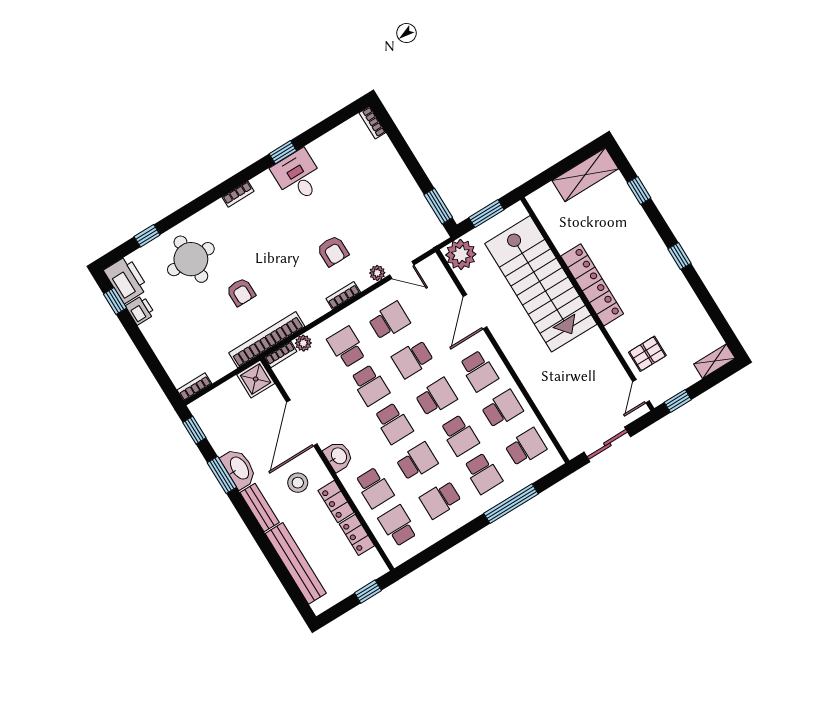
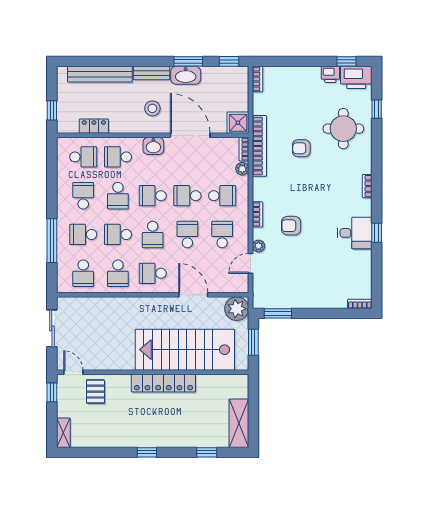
school desk: (389, 321) -> (222, 234), turned 180
locker: (336, 502) -> (124, 126), removed

